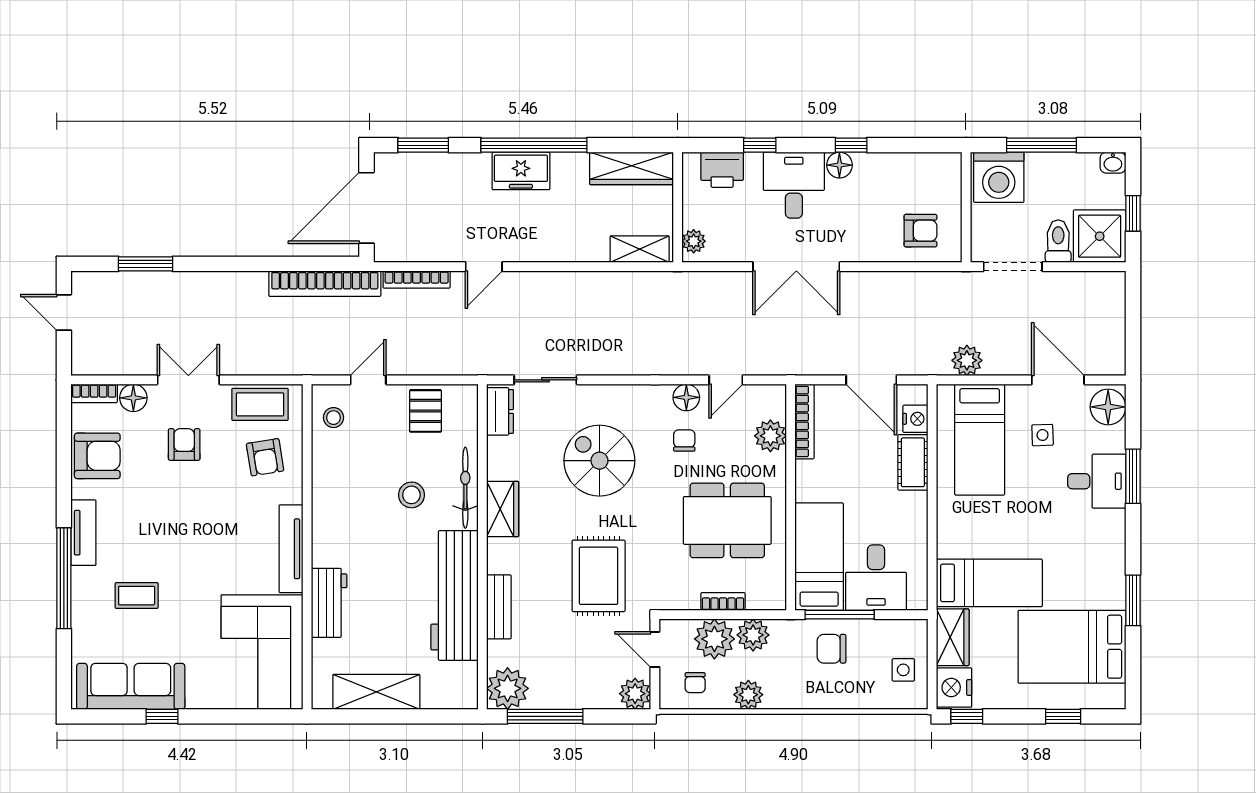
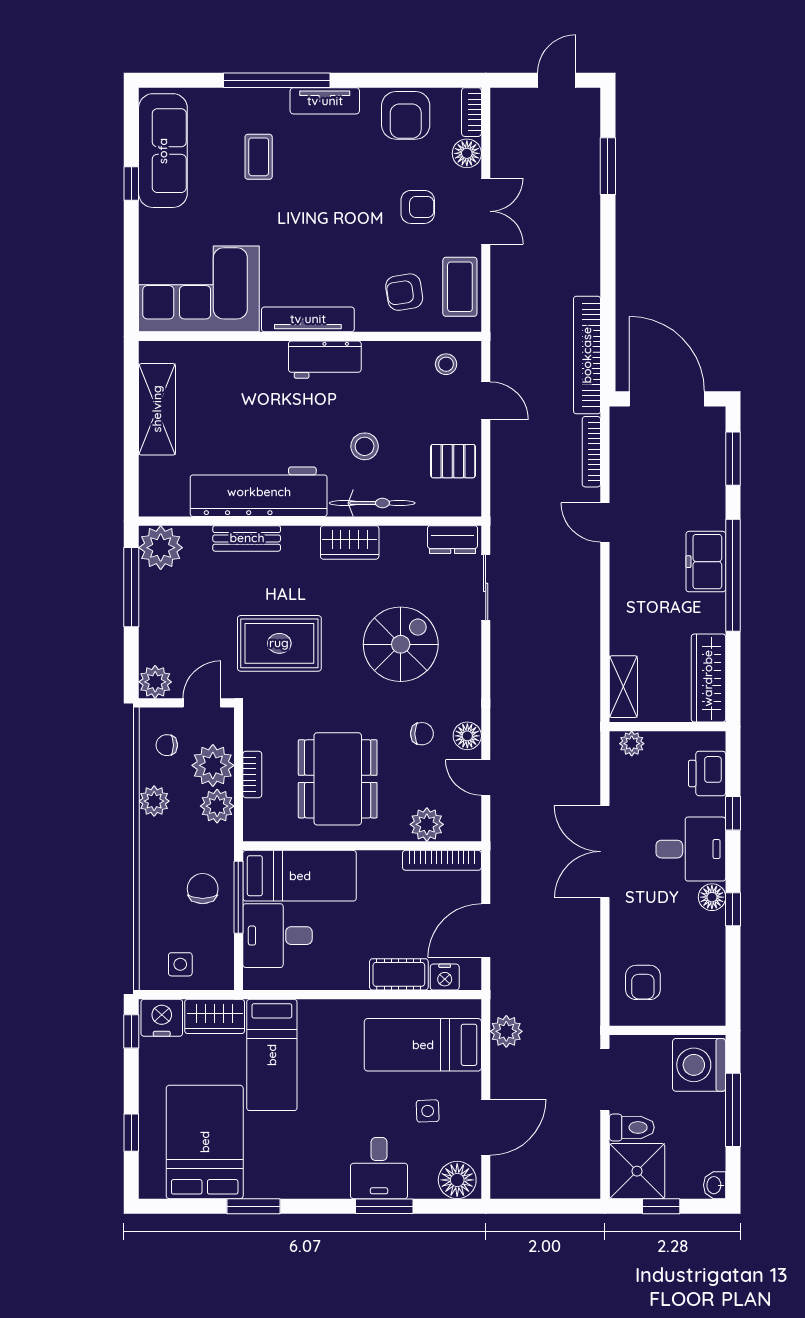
workbench: (329, 603) -> (325, 360), moved

